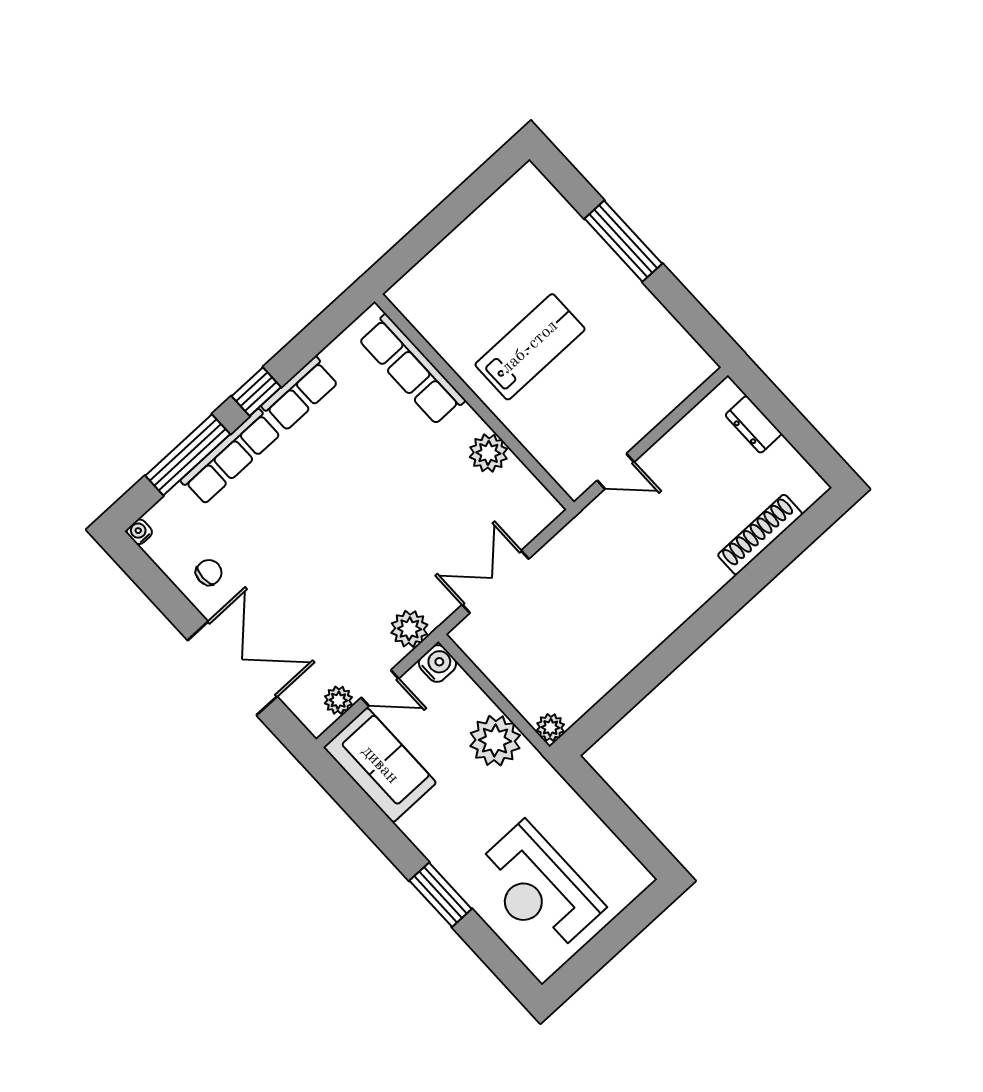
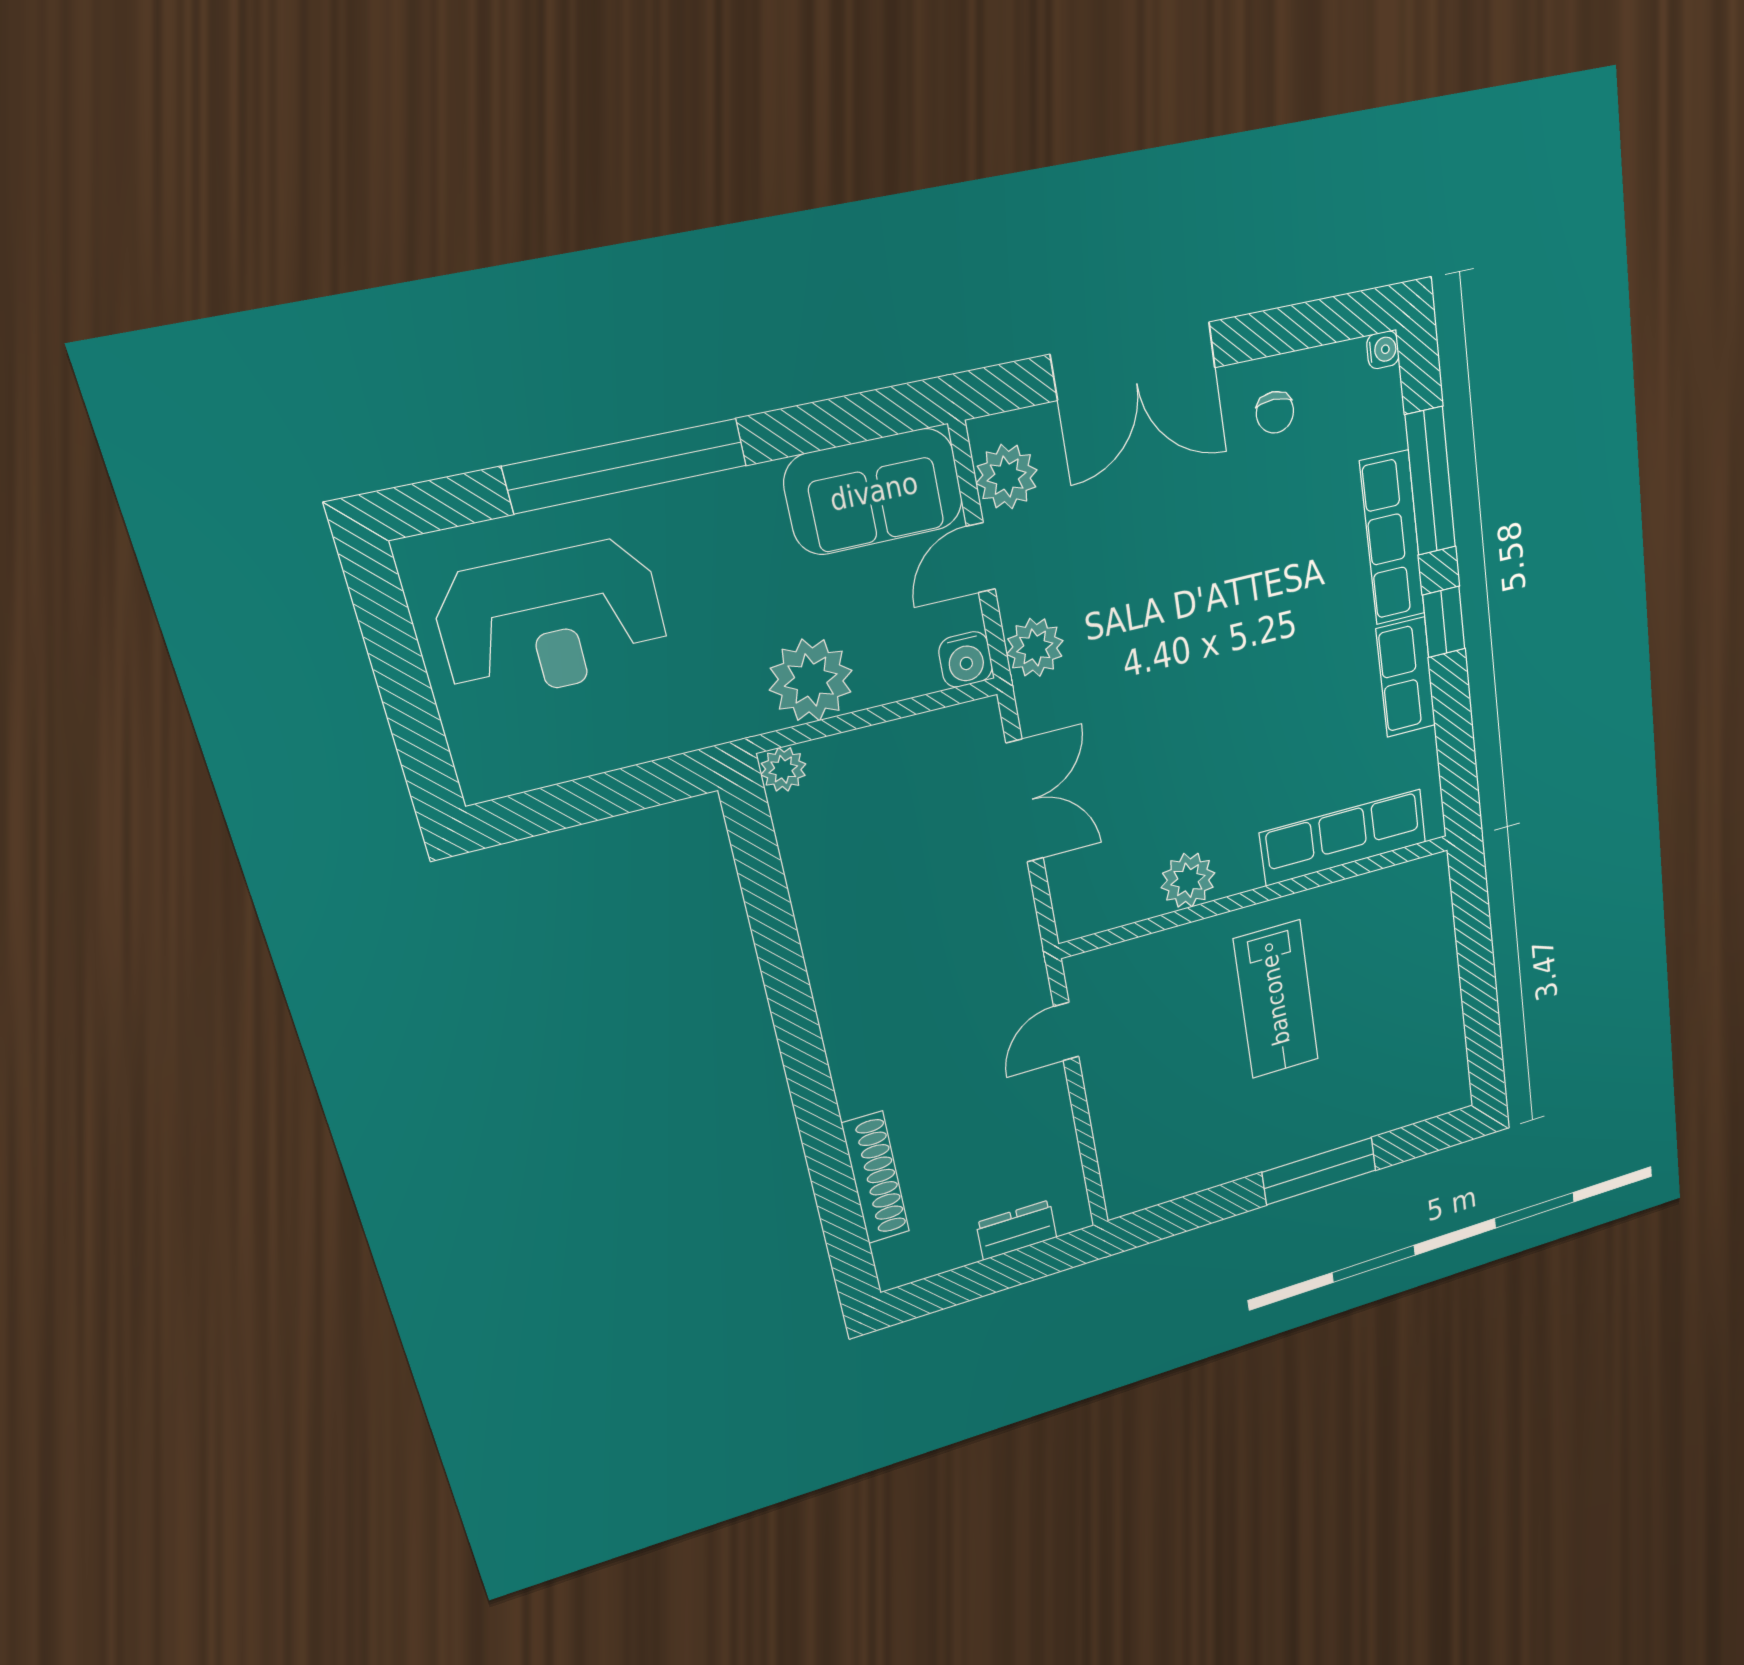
plant: (338, 700) -> (1007, 477), width x1.38, depth x1.38
reception desk: (538, 888) -> (552, 621), turned 180
window: (441, 895) -> (626, 466), width x2.11

